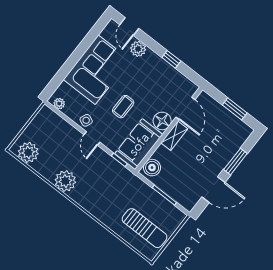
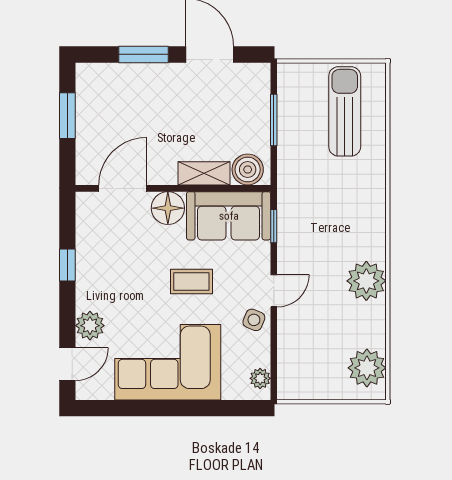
shelving: (174, 136) -> (204, 173), moved

